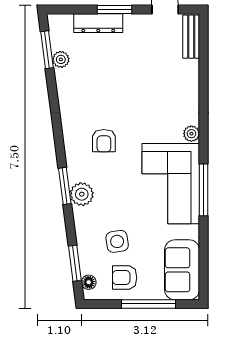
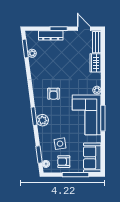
wardrobe: (189, 79) -> (95, 63), added

